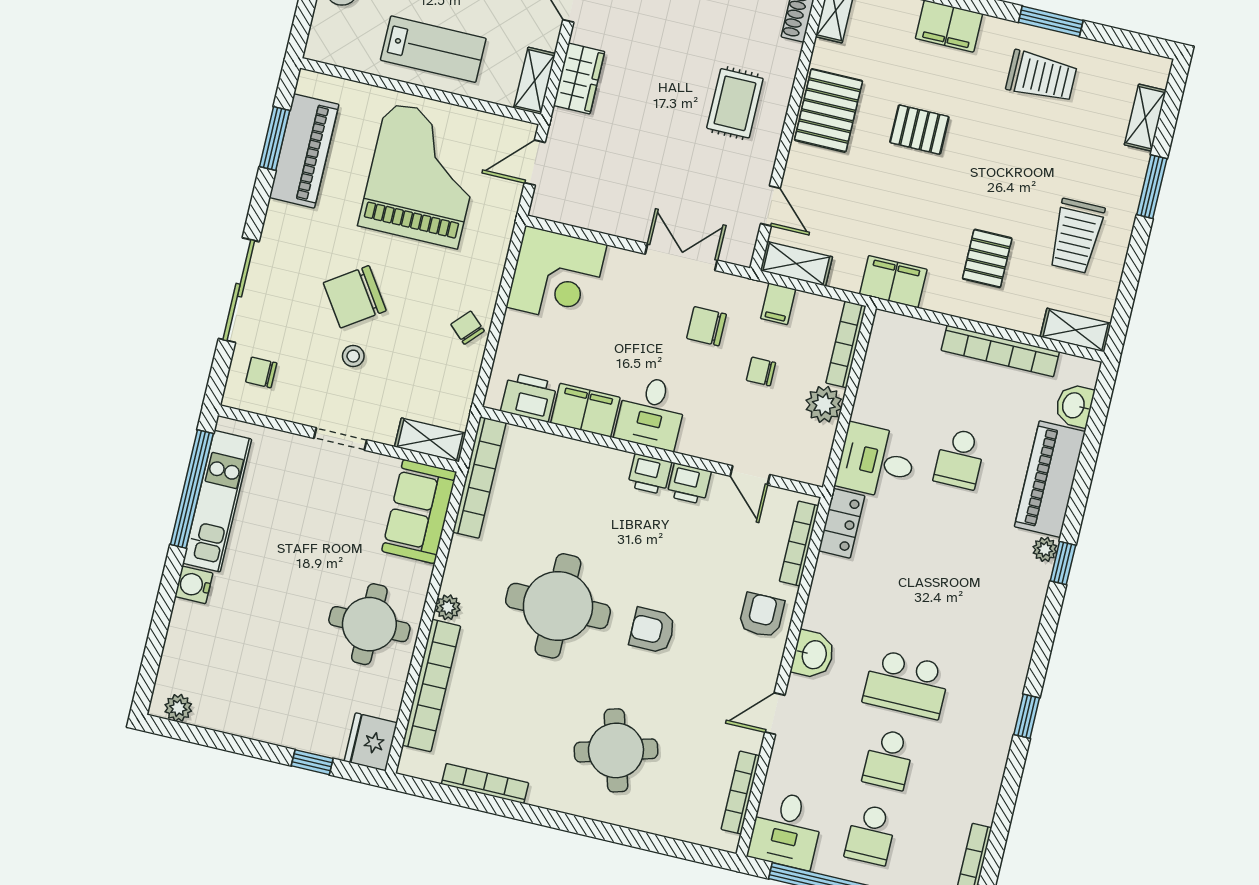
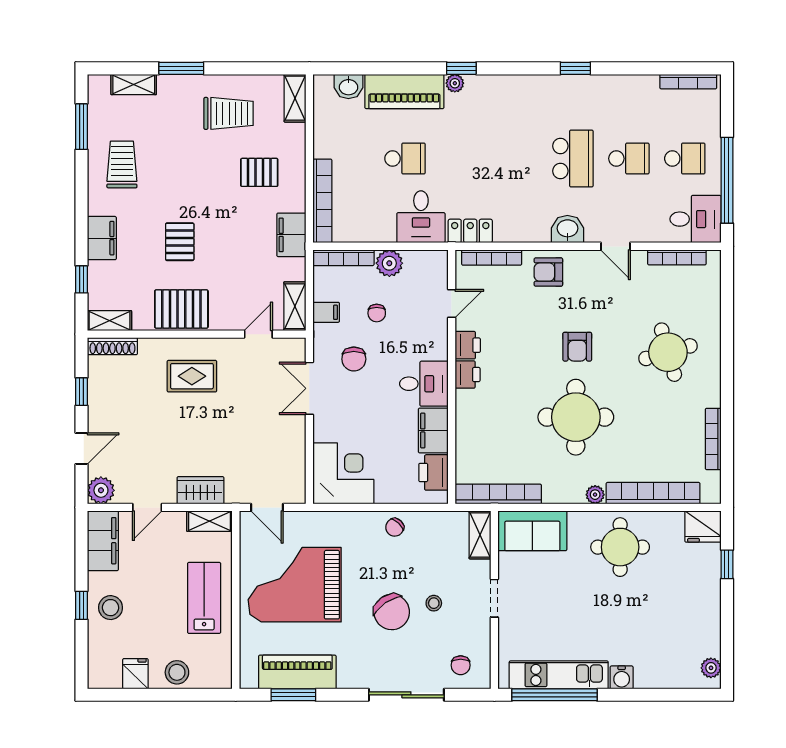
window: (1051, 21) -> (82, 127), moved
bookcase: (1000, 351) -> (322, 201), moved

